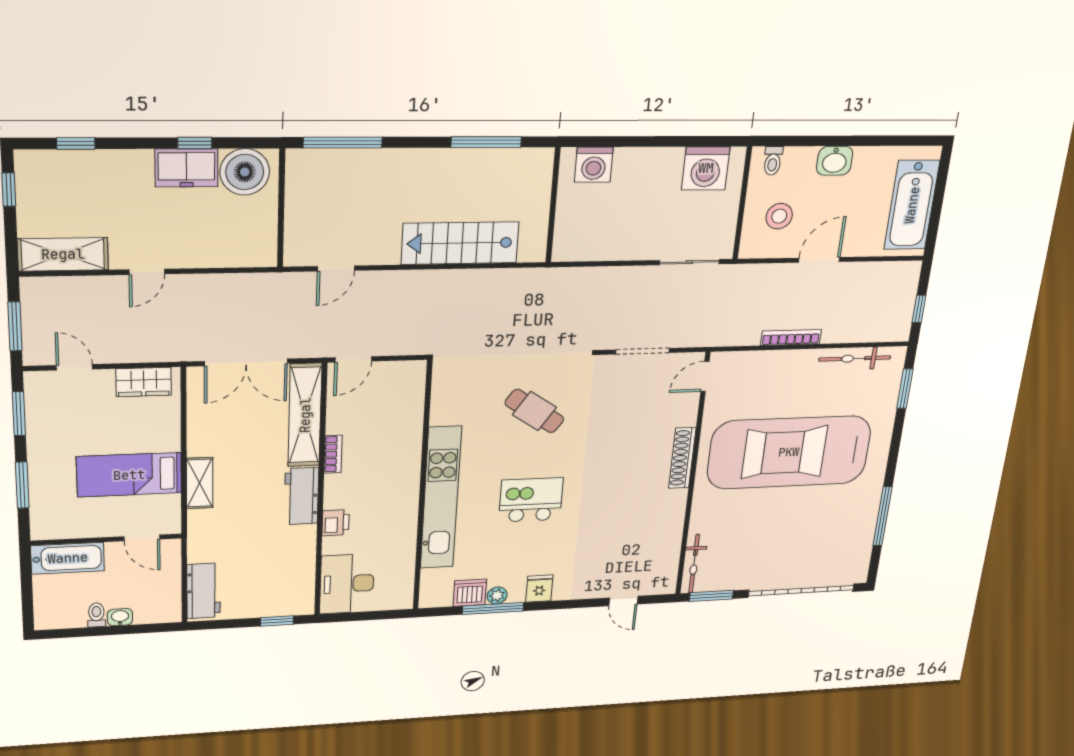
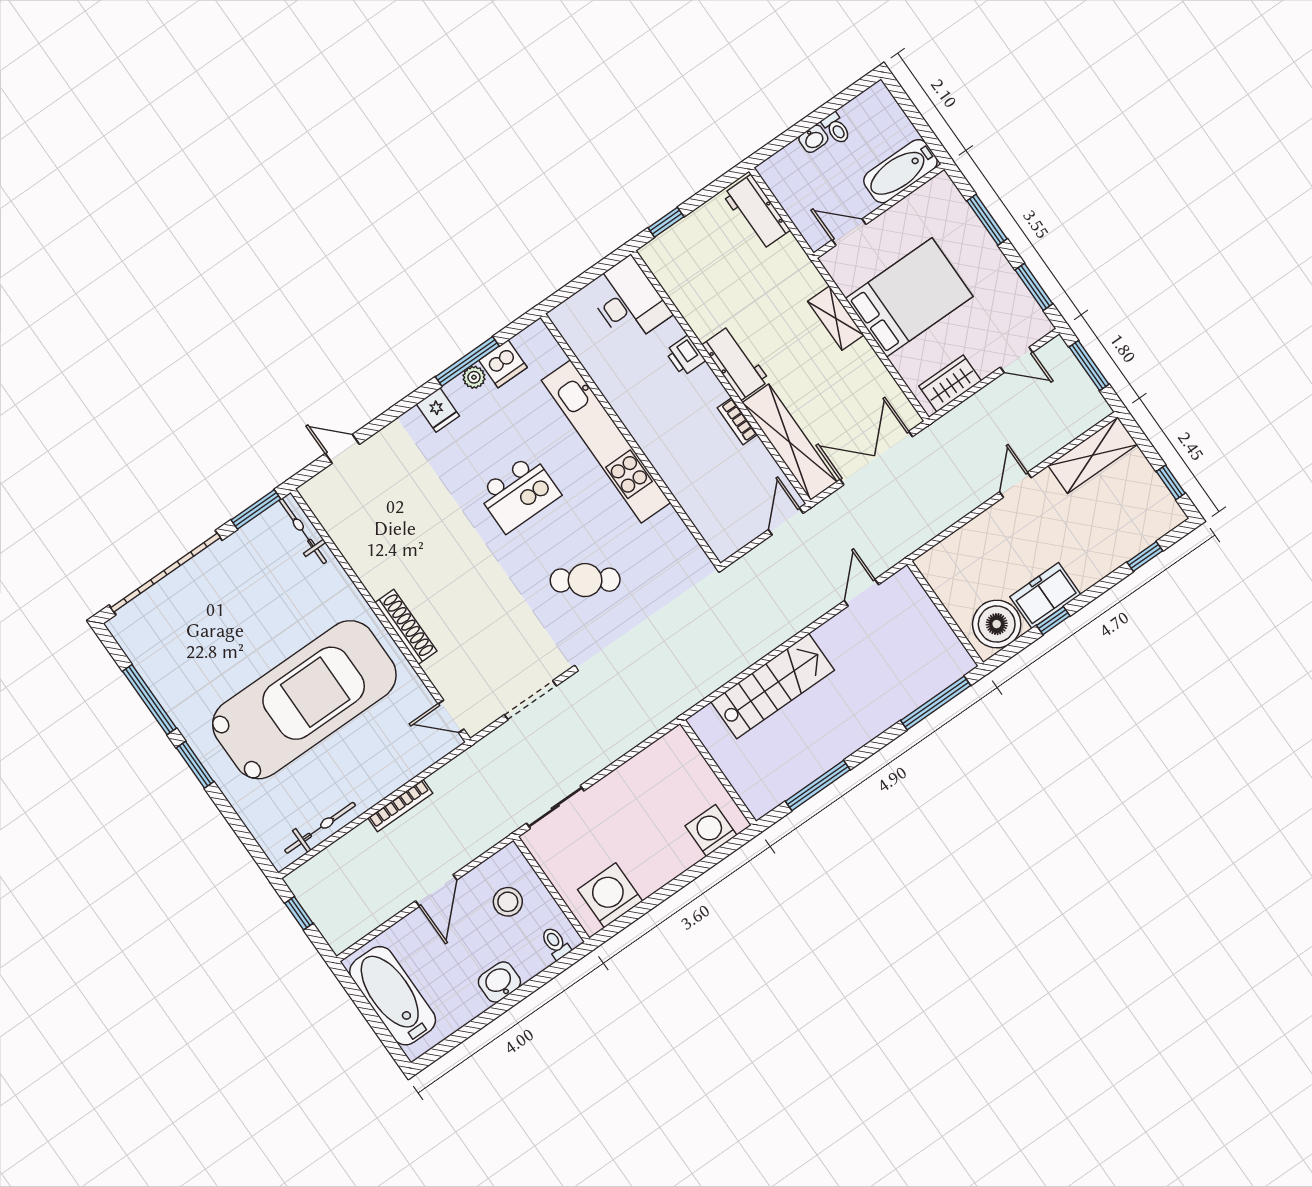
door: (705, 376) -> (451, 716), swing flipped
window: (905, 389) -> (195, 765), moved
bed: (129, 475) -> (909, 297), width x1.50

